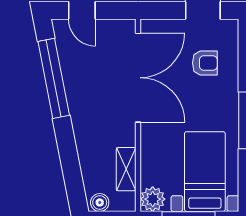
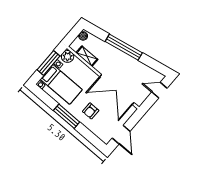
armchair: (205, 63) -> (91, 111), moved
window: (54, 78) -> (124, 47), moved

